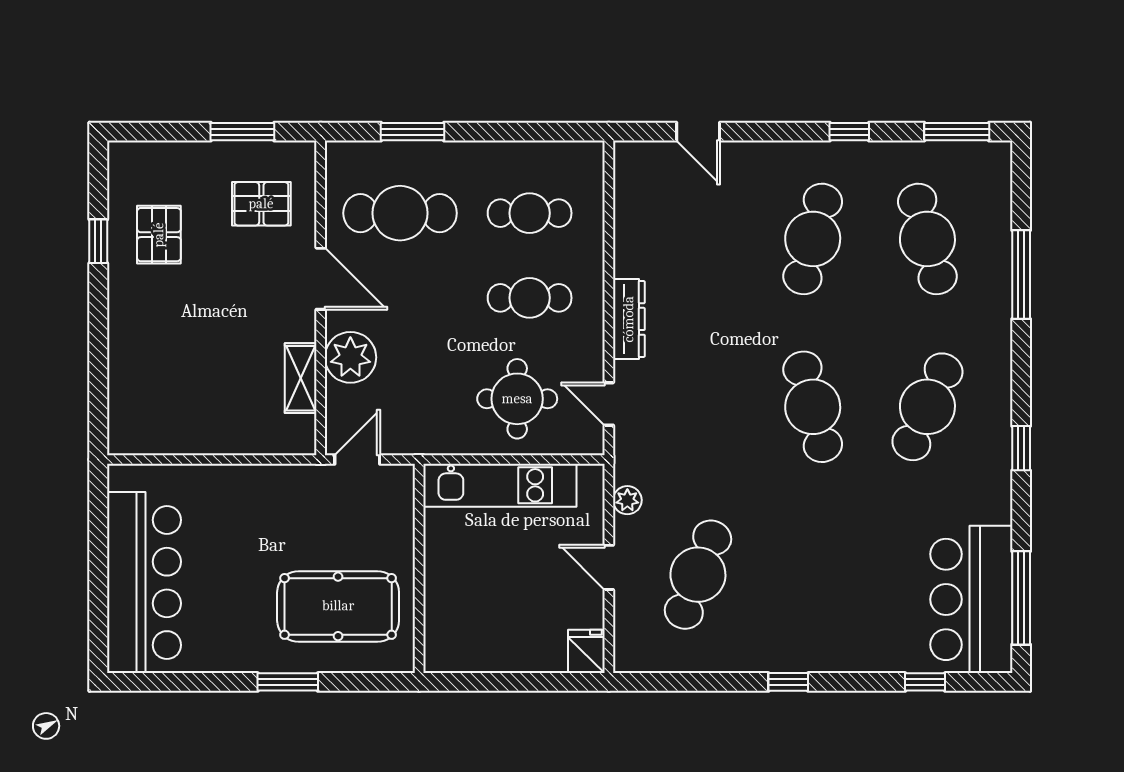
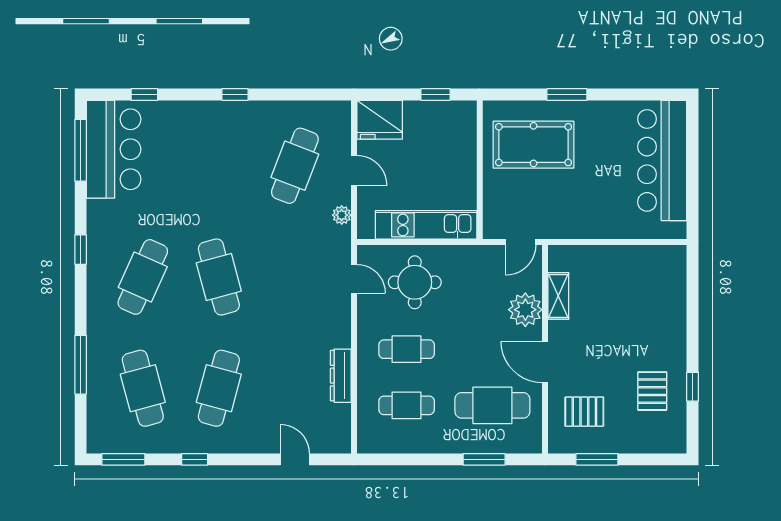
dresser: (629, 319) -> (341, 376), moved
fridge: (586, 651) -> (380, 120), width x1.88, depth x1.34
window: (486, 682) -> (435, 95), added

